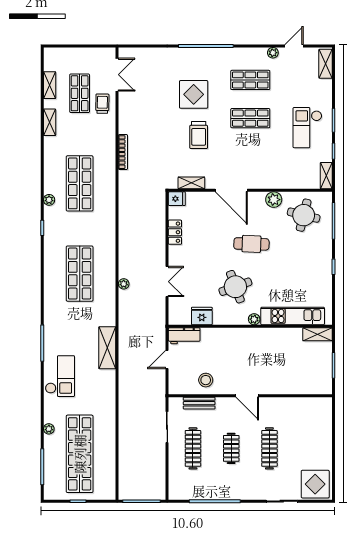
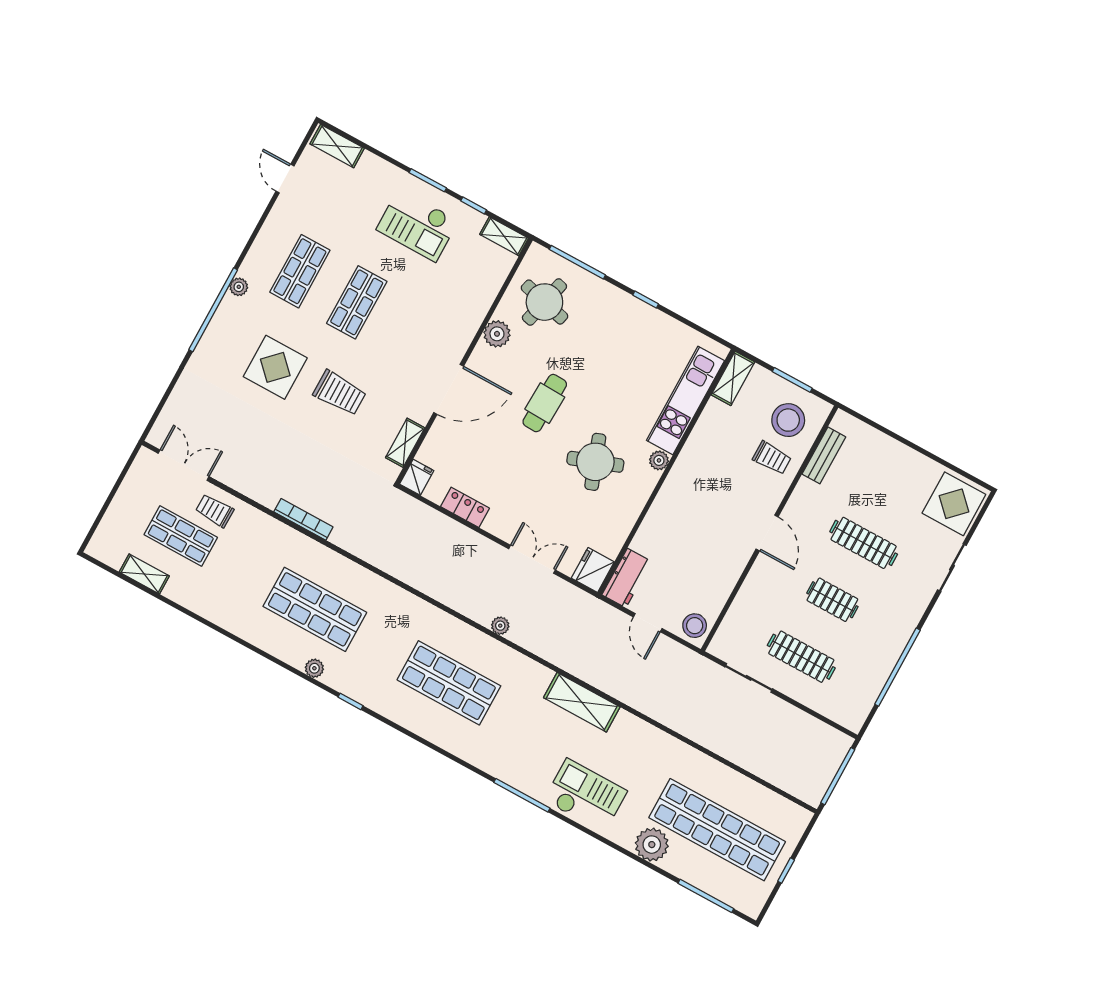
plant: (273, 53) -> (239, 287), moved
shelving: (50, 122) -> (199, 604), removed
fridge: (202, 316) -> (593, 570), moved
stool: (312, 375) -> (788, 420), added
trolley: (287, 377) -> (772, 458), added
stool: (206, 380) -> (695, 626), moved
door: (247, 396) -> (767, 533), hinge flipped
bench: (199, 403) -> (824, 455), moved
plant: (49, 429) -> (652, 845), width x1.88, depth x1.88

